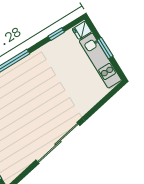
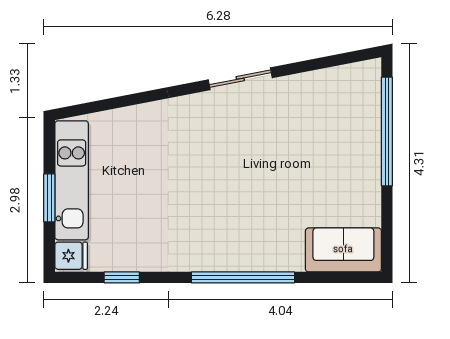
sliding door: (58, 143) -> (240, 79), width x0.54

